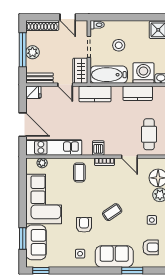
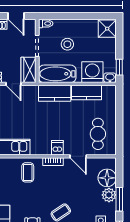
kitchen counter: (95, 94) -> (55, 93), moved
dishwasher: (98, 148) -> (57, 148), moved

